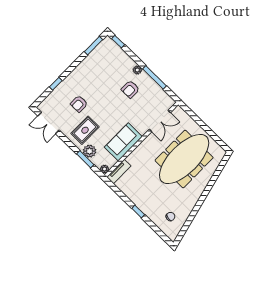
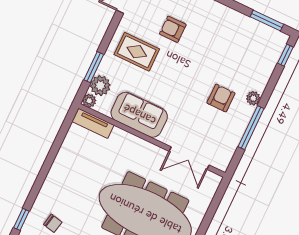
armchair: (130, 89) -> (221, 98), turned 90
plant: (90, 151) -> (100, 86), moved
window: (138, 211) -> (21, 219), moved

